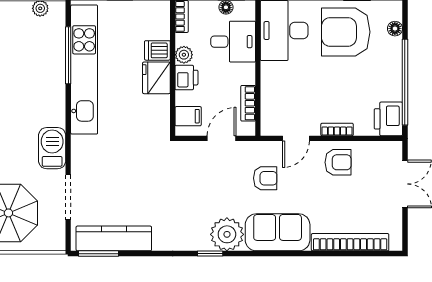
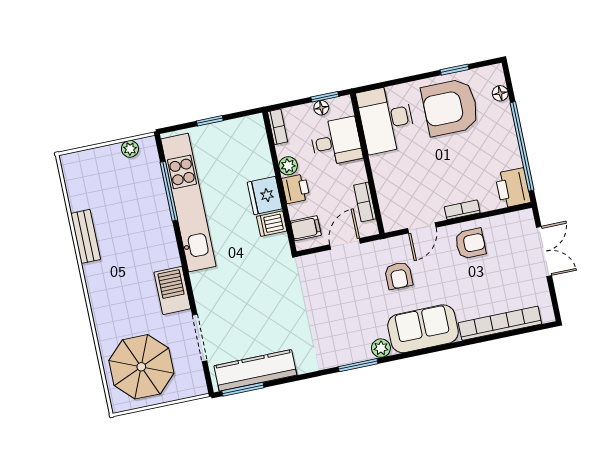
dishwasher: (157, 50) -> (272, 224), moved
armchair: (265, 178) -> (399, 276), turned 90
plant: (227, 234) -> (381, 348), width x0.53, depth x0.53
window: (210, 254) -> (358, 365), width x1.50

